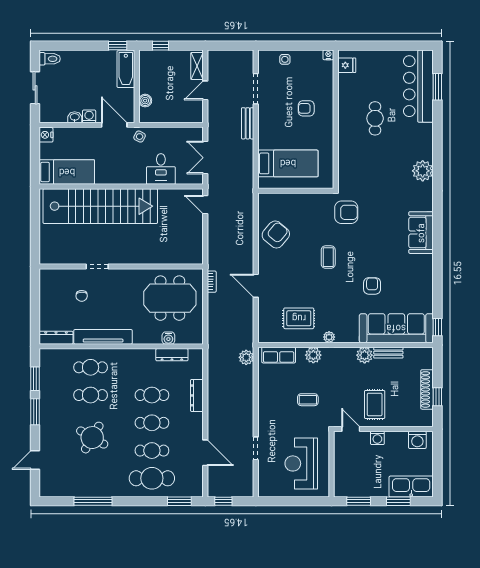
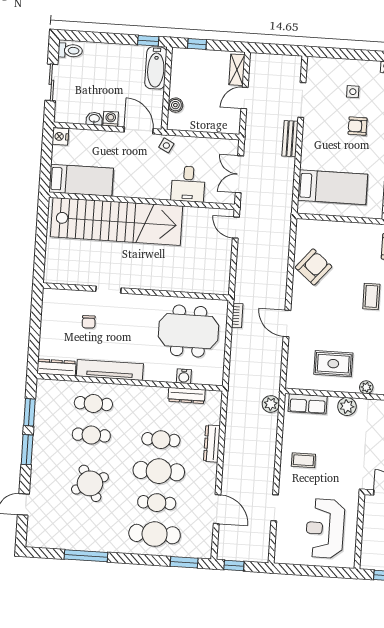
side table: (285, 59) -> (353, 92), moved
coffee table: (308, 400) -> (303, 460), moved
cafe table: (152, 423) -> (159, 471), width x1.37, depth x1.35
round table: (92, 438) -> (90, 483), turned 32

